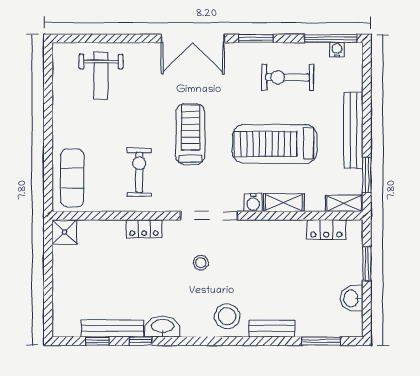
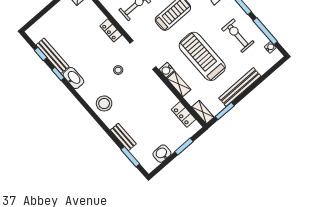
window: (331, 38) -> (265, 31), moved
bench: (272, 329) -> (123, 137), moved

